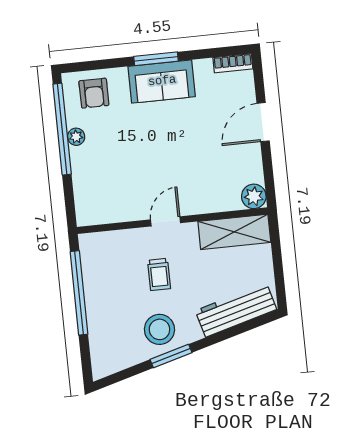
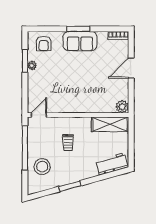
window: (62, 129) -> (25, 61), width x0.47
door: (166, 221) -> (39, 115), moved
workbench: (236, 310) -> (112, 164), width x0.73
stool: (159, 329) -> (42, 167), moved

